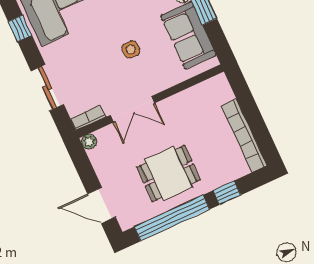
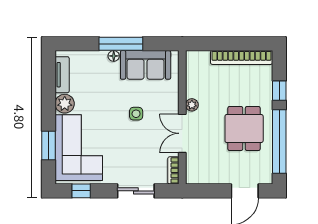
double door: (132, 109) -> (182, 133), swing flipped
plant: (89, 142) -> (192, 105), moved

